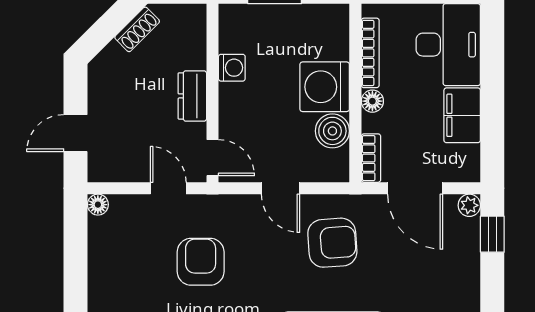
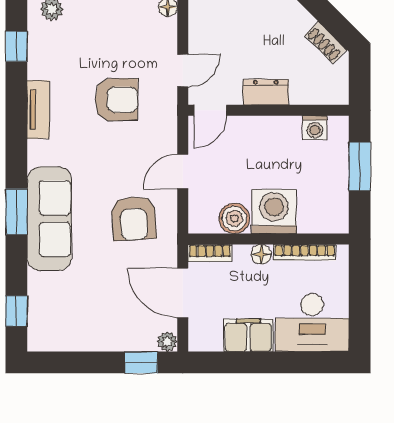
washing machine: (232, 68) -> (315, 128), moved
door: (415, 188) -> (183, 293), hinge flipped

